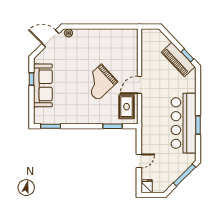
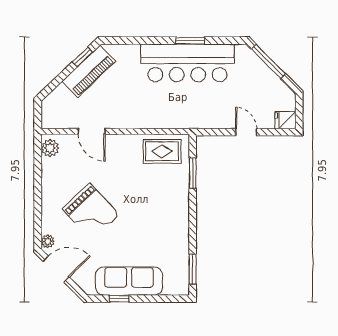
plant: (129, 34) -> (50, 148), added
door: (51, 38) -> (56, 269), swing flipped
grand piano: (99, 82) -> (91, 212), moved
door: (139, 85) -> (92, 131), moved

